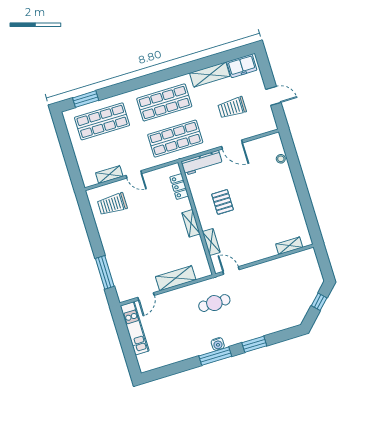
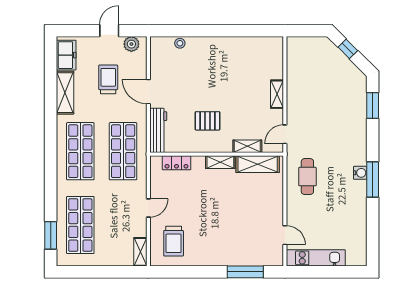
trolley: (232, 108) -> (108, 79), turned 180
plant: (268, 118) -> (131, 44), added
door: (232, 145) -> (148, 92), swing flipped
shelving: (109, 175) -> (140, 252), moved
shelving: (289, 246) -> (277, 94), moved
shelving: (176, 278) -> (258, 164), moved, turned 90
cafe table: (214, 303) -> (307, 177), moved
window: (254, 344) -> (373, 105), moved

